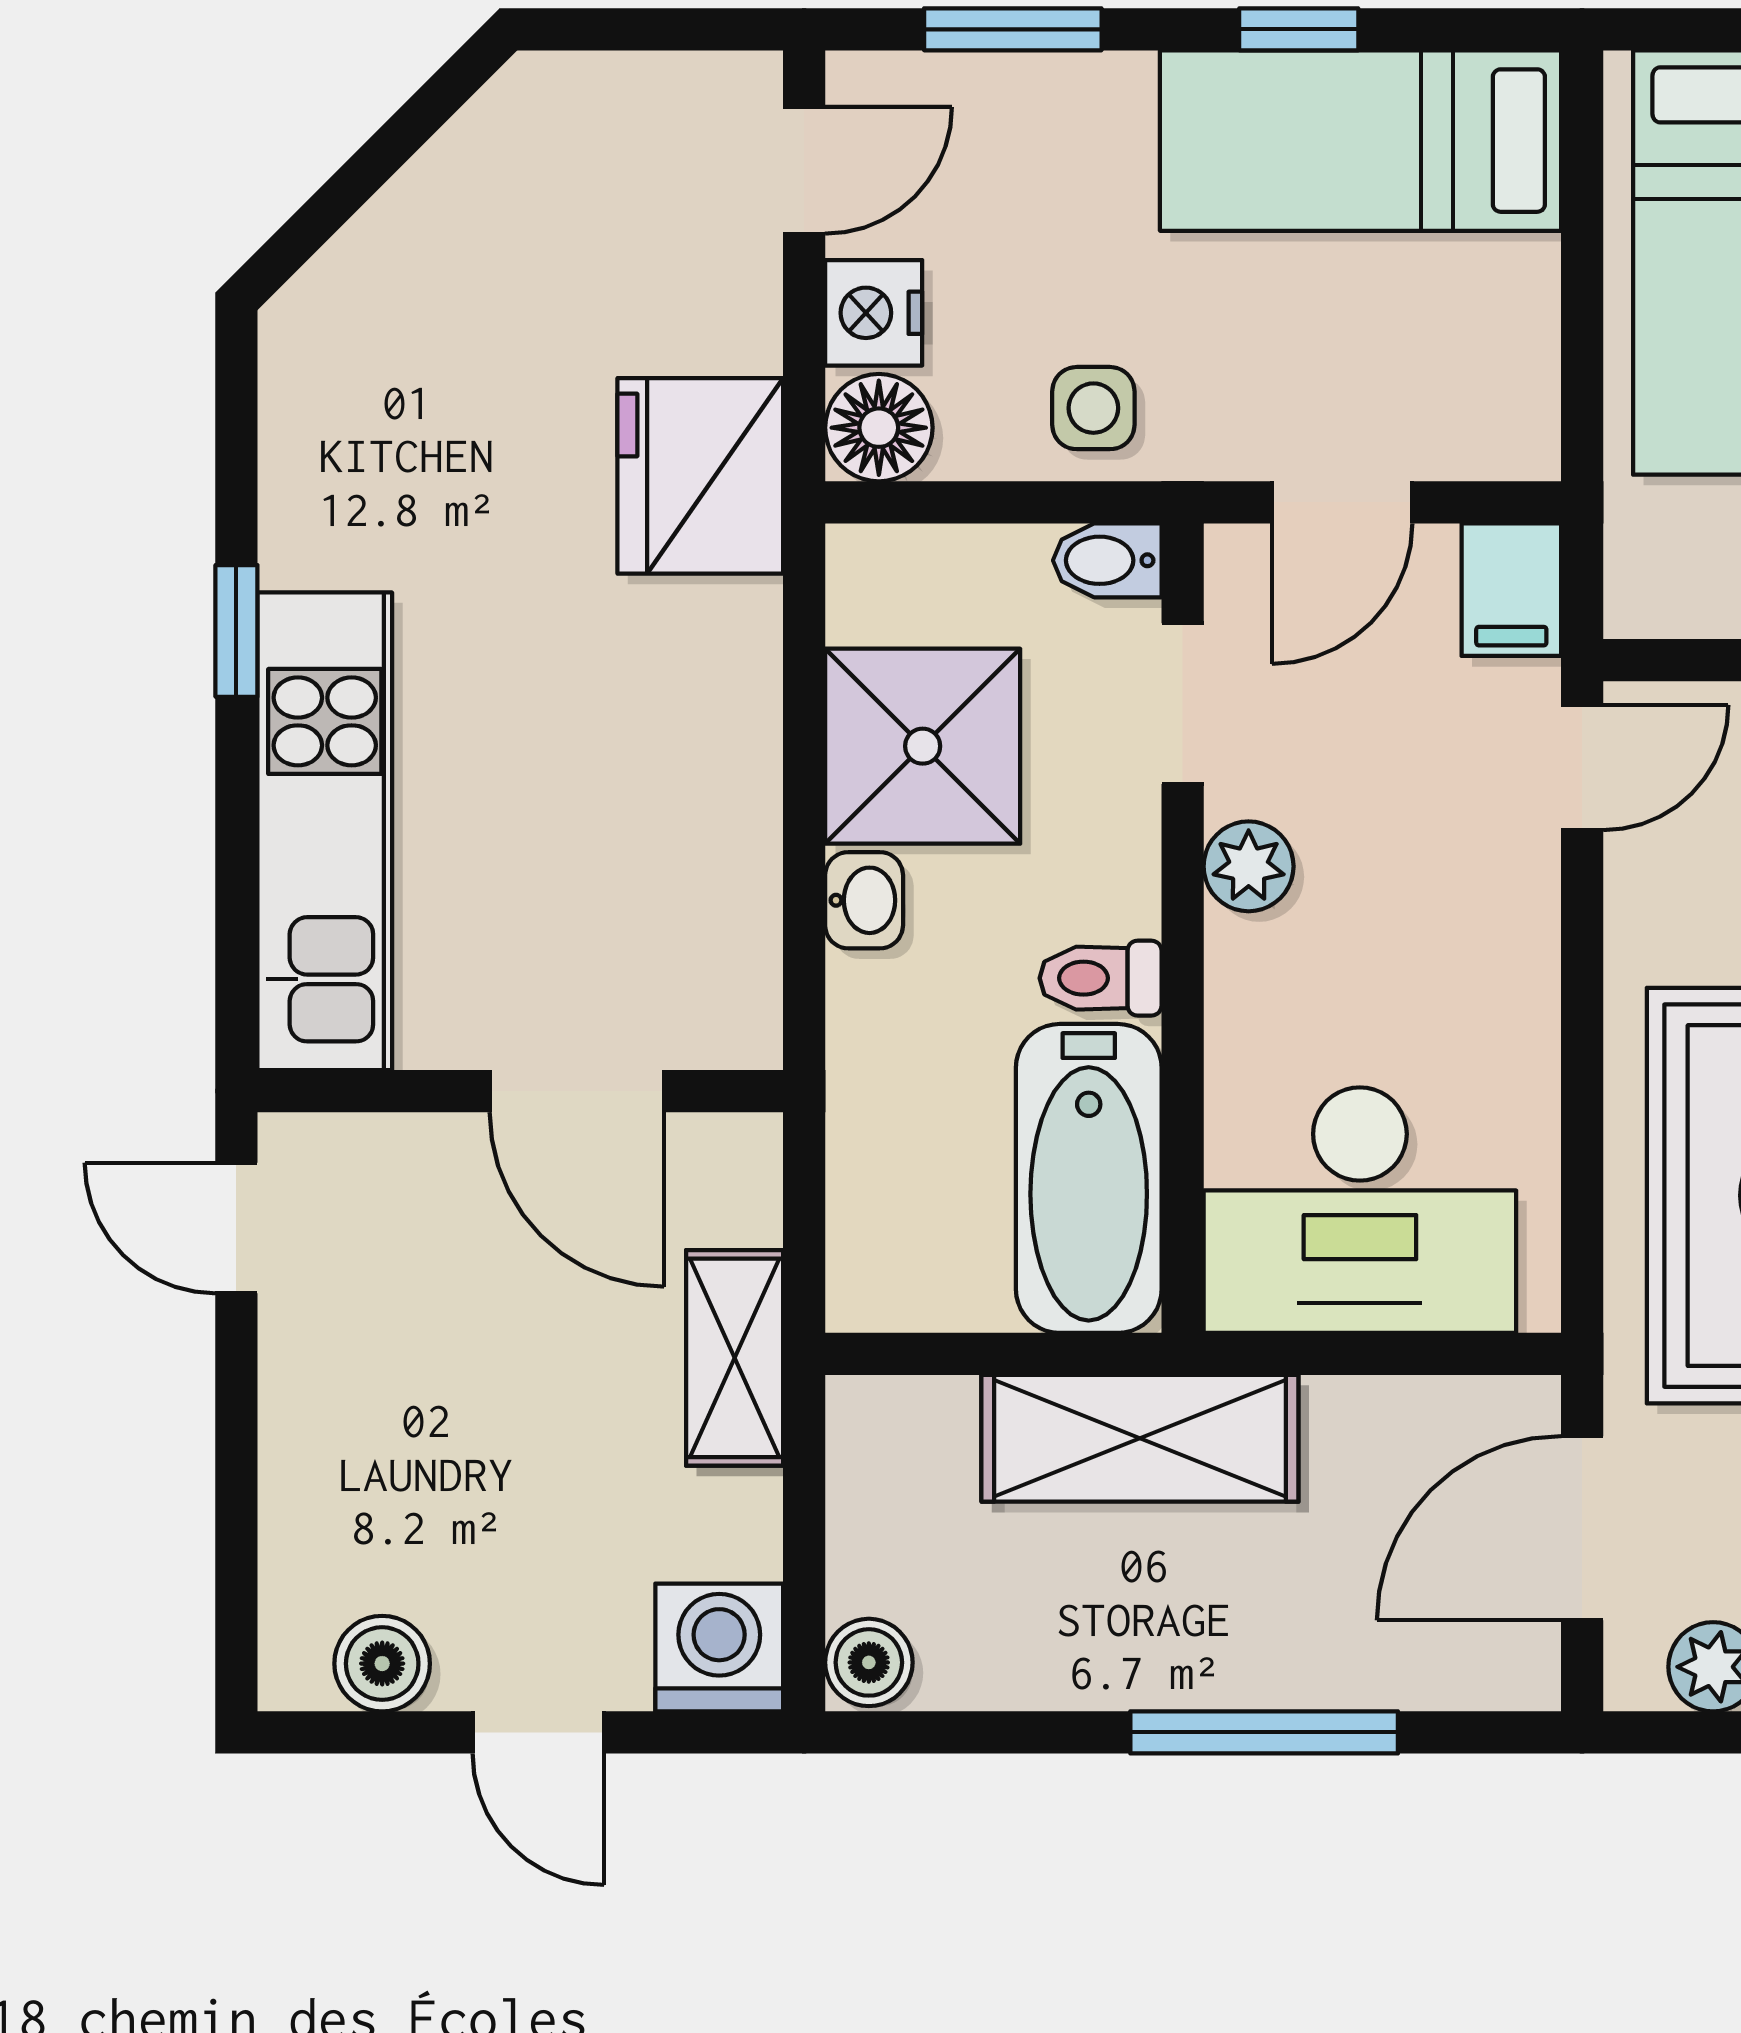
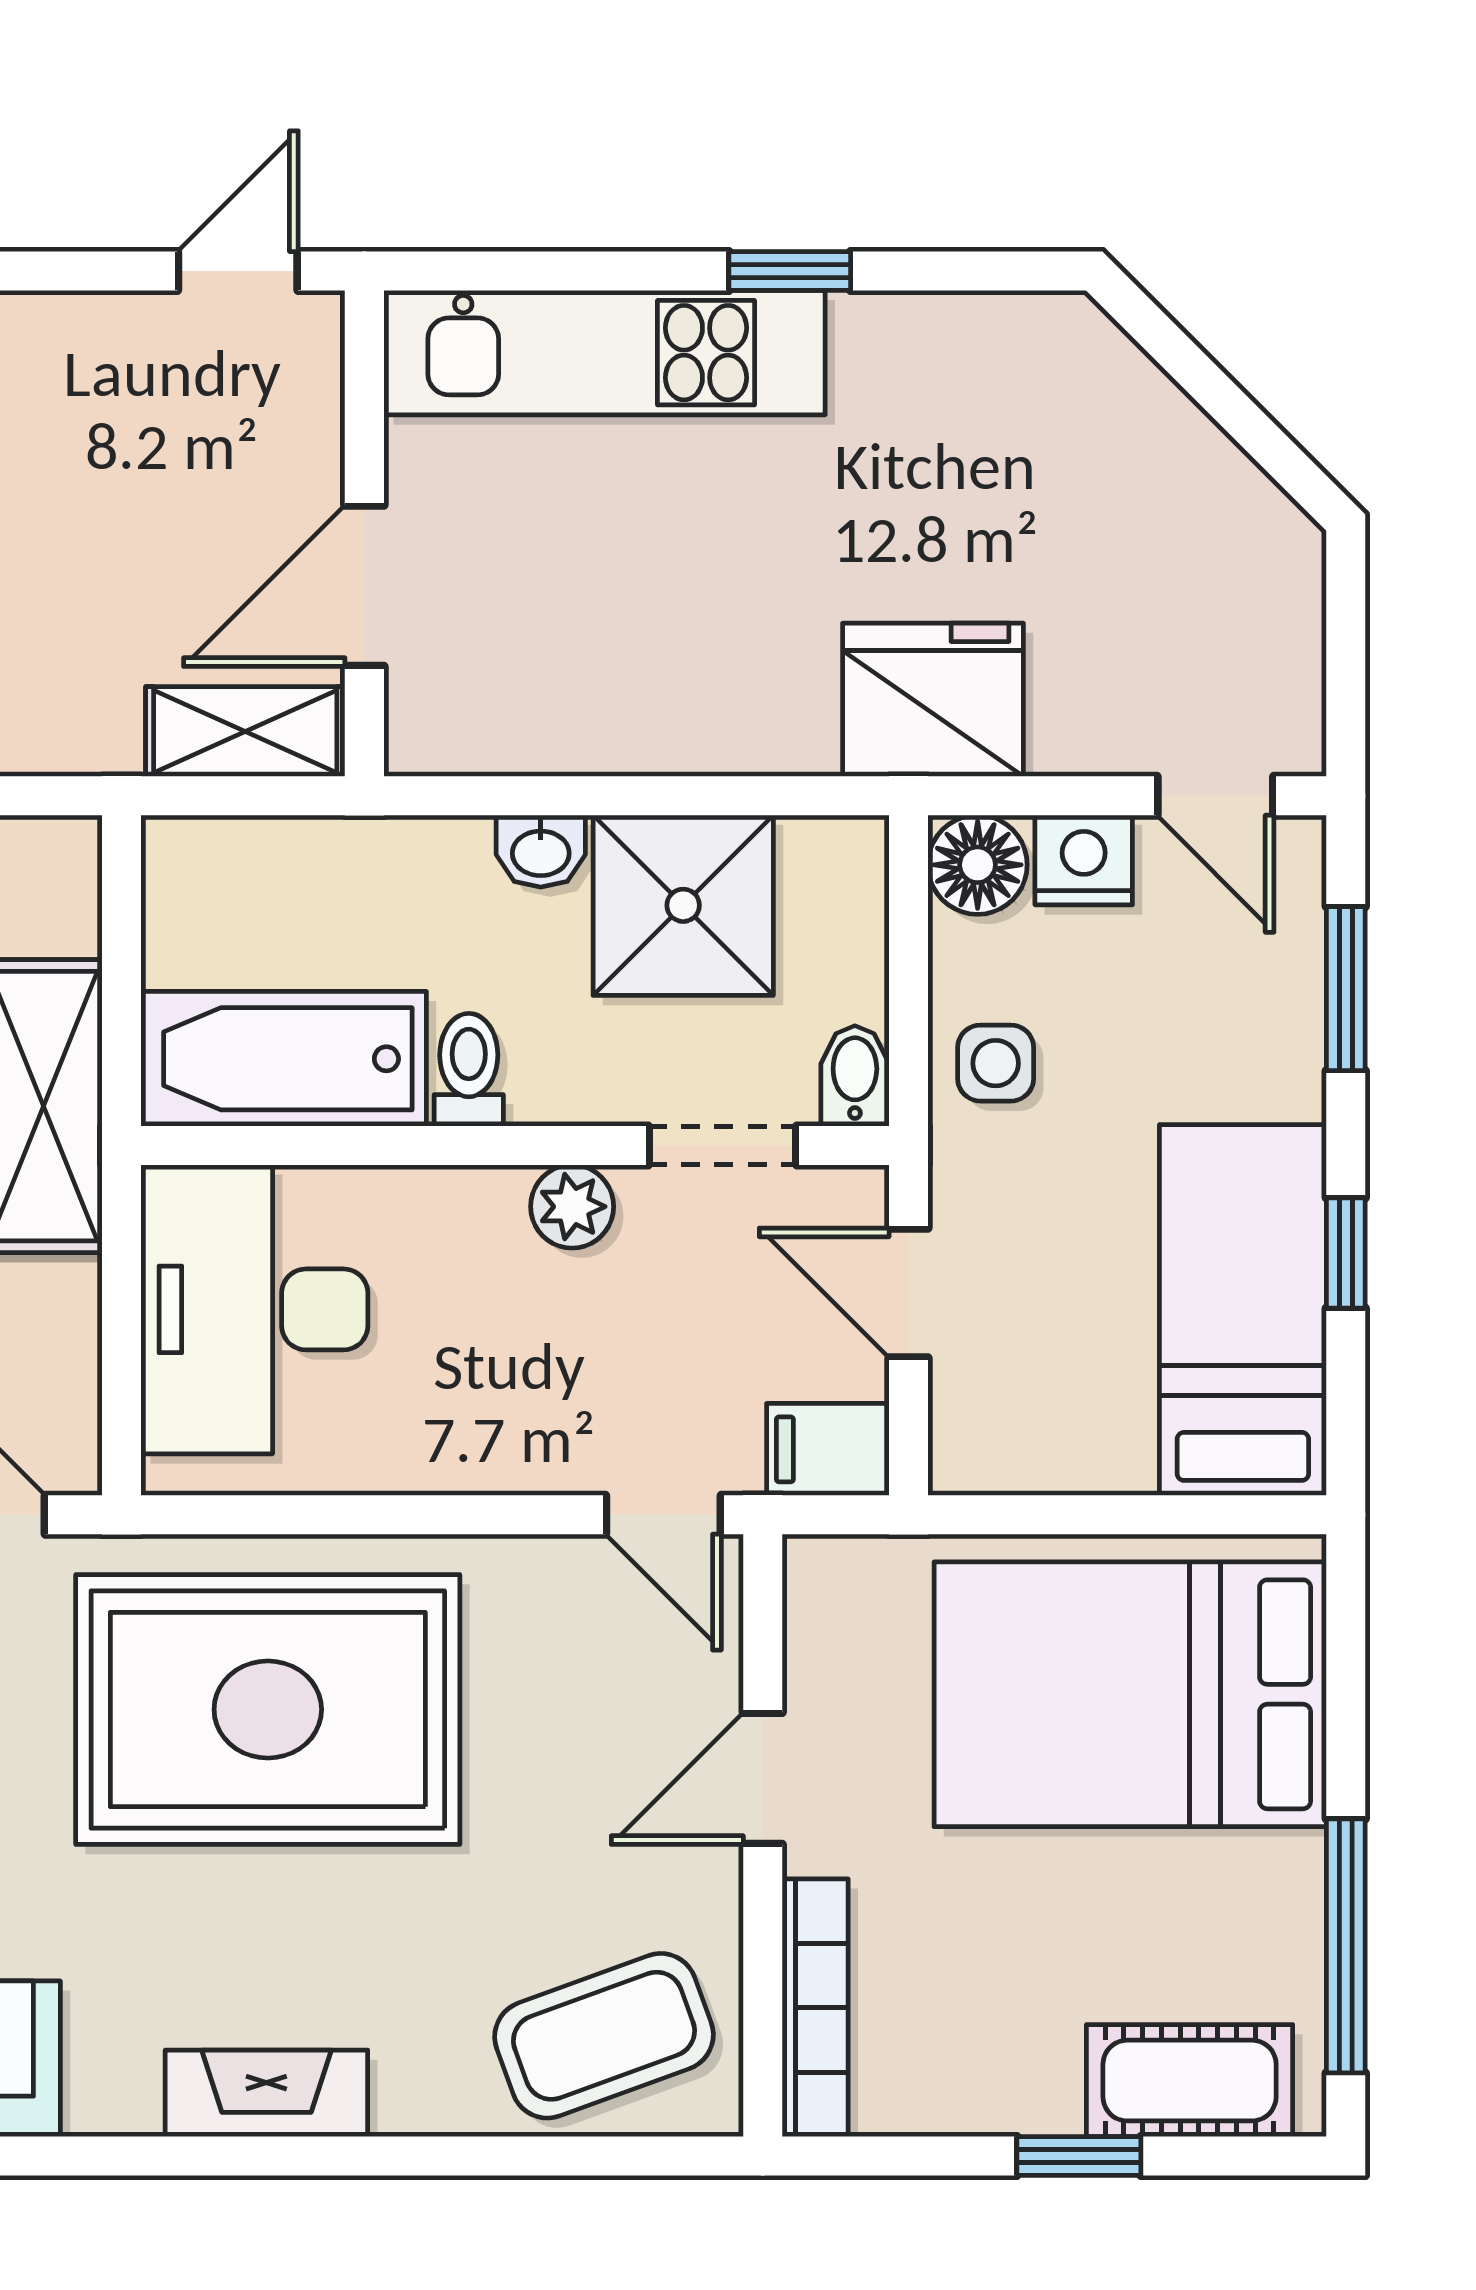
shelving: (735, 1358) -> (245, 731), moved

